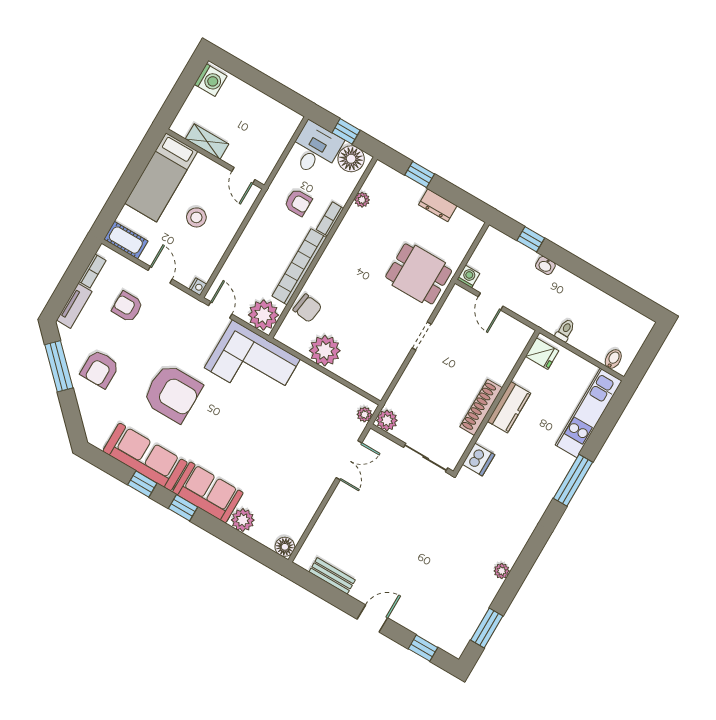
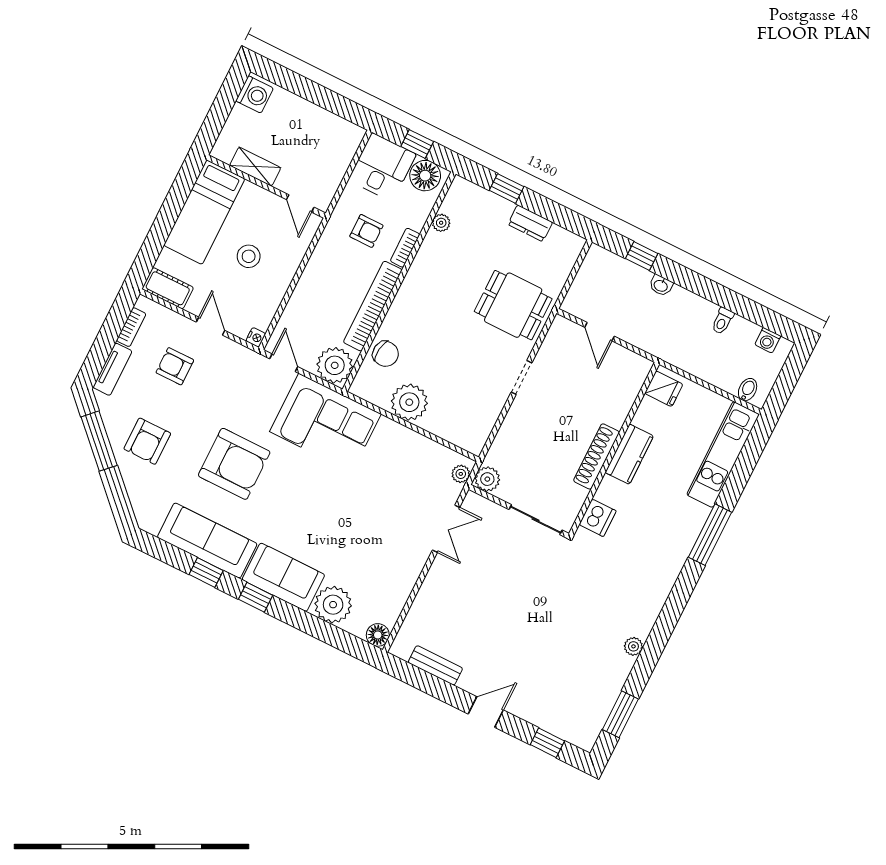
washing machine: (468, 276) -> (768, 340), moved, turned 180
toilet: (565, 330) -> (722, 321), moved, turned 180
plant: (243, 520) -> (333, 605), width x1.36, depth x1.36

